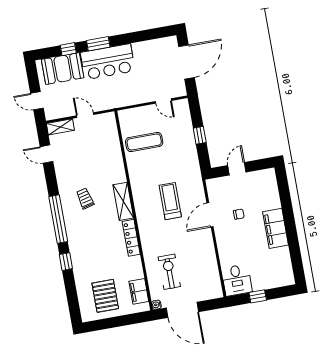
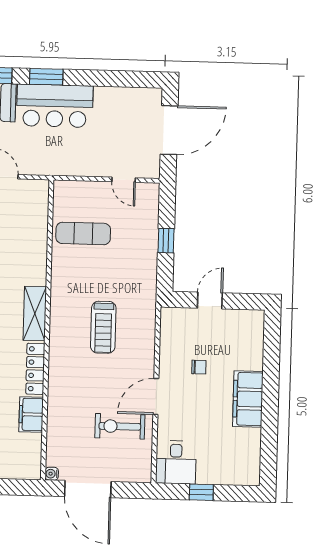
treadmill: (170, 201) -> (103, 327), turned 180
door: (210, 215) -> (156, 396), moved
exercise bike: (169, 272) -> (120, 426), moved, turned -90
filing cabinet: (139, 291) -> (31, 414), moved

